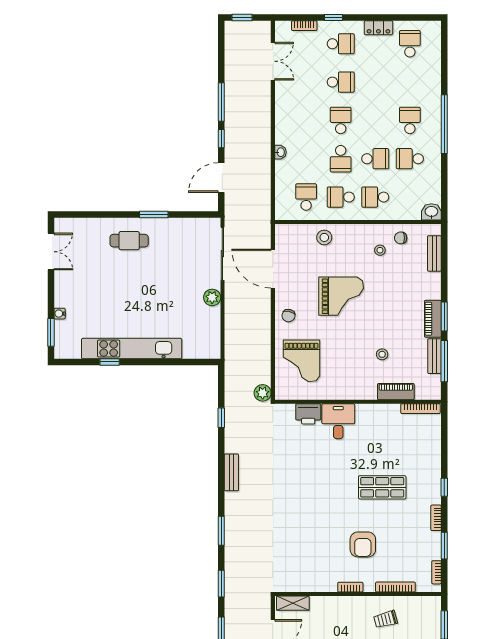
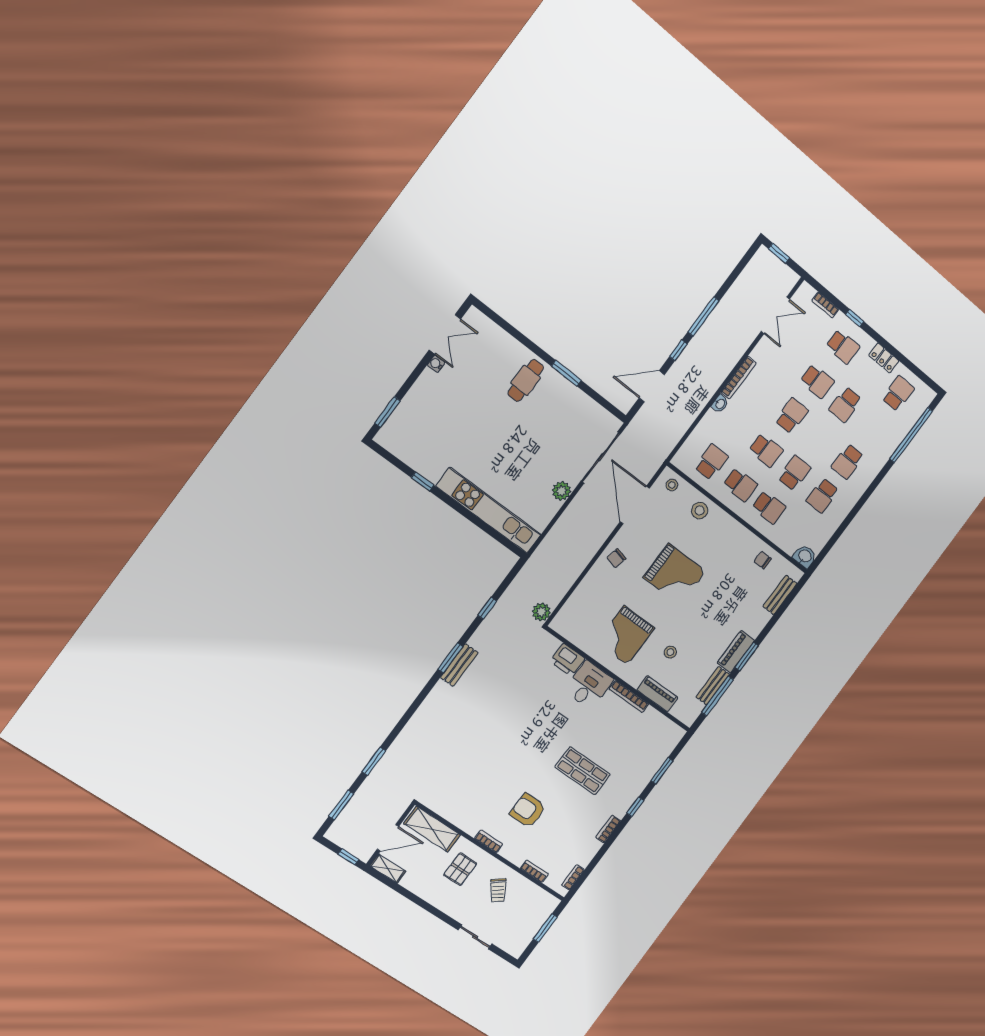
school desk: (375, 82) -> (845, 404), added
school desk: (410, 120) -> (848, 462), turned 180
bookcase: (280, 124) -> (739, 378), added
window: (444, 124) -> (911, 435), moved
school desk: (341, 159) -> (766, 450), turned -90
school desk: (375, 159) -> (794, 473), turned -90
school desk: (410, 159) -> (822, 496), turned -90
school desk: (341, 197) -> (740, 485), turned 180
school desk: (375, 197) -> (769, 507), turned 180
cafe table: (129, 241) -> (526, 380), turned 90
stool: (380, 250) -> (672, 485), moved
water cooler: (60, 314) -> (436, 364), moved
kitchen unit: (132, 349) -> (489, 510), moved
grand piano: (301, 361) -> (626, 635), moved
bookcase: (420, 409) -> (629, 697), moved
window: (221, 531) -> (450, 658), moved
armchair: (363, 544) -> (528, 810), turned 90
window: (444, 546) -> (662, 771), moved
bookcase: (395, 587) -> (534, 871), width x0.64
shelving: (293, 603) -> (432, 829), width x1.50, depth x1.33
trolley: (386, 619) -> (498, 890), turned -111
pallet: (344, 622) -> (460, 869), added

